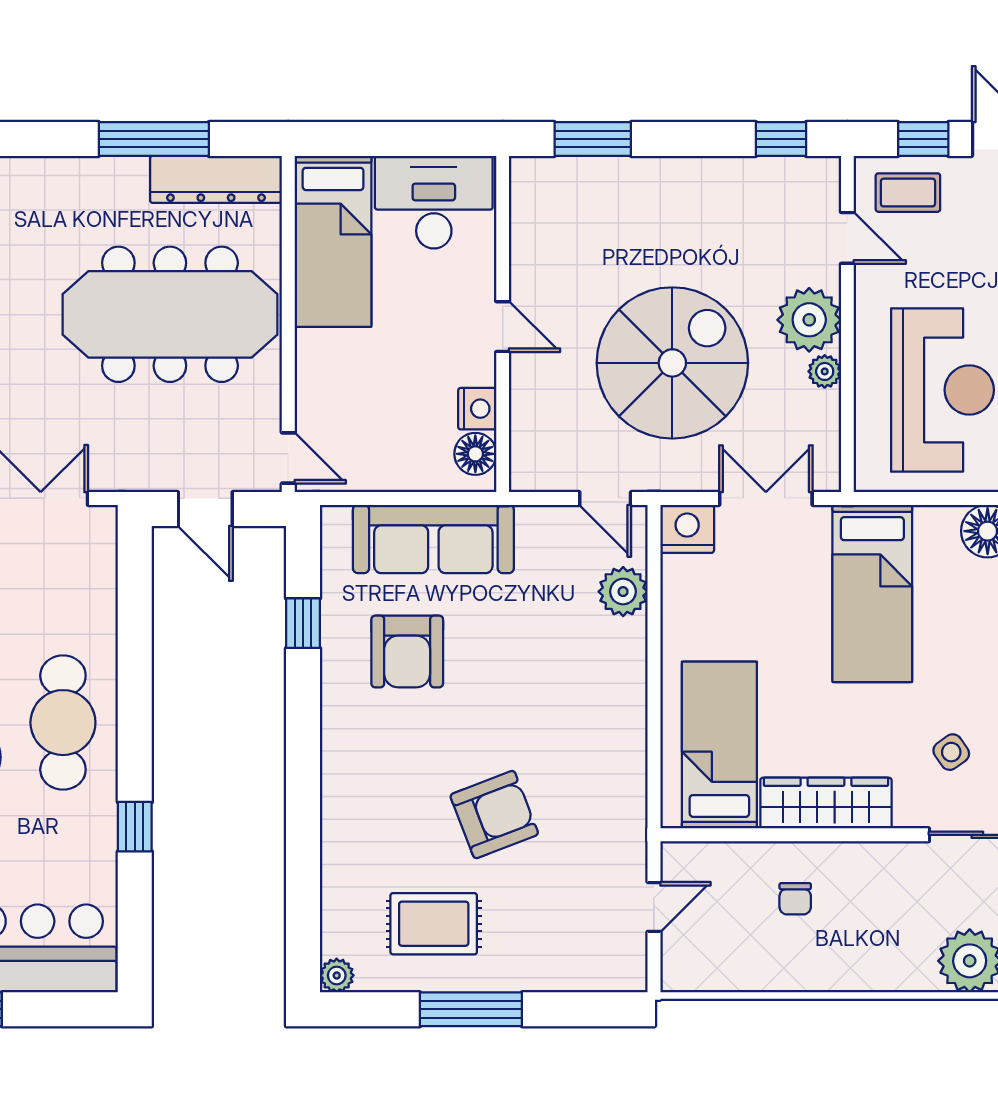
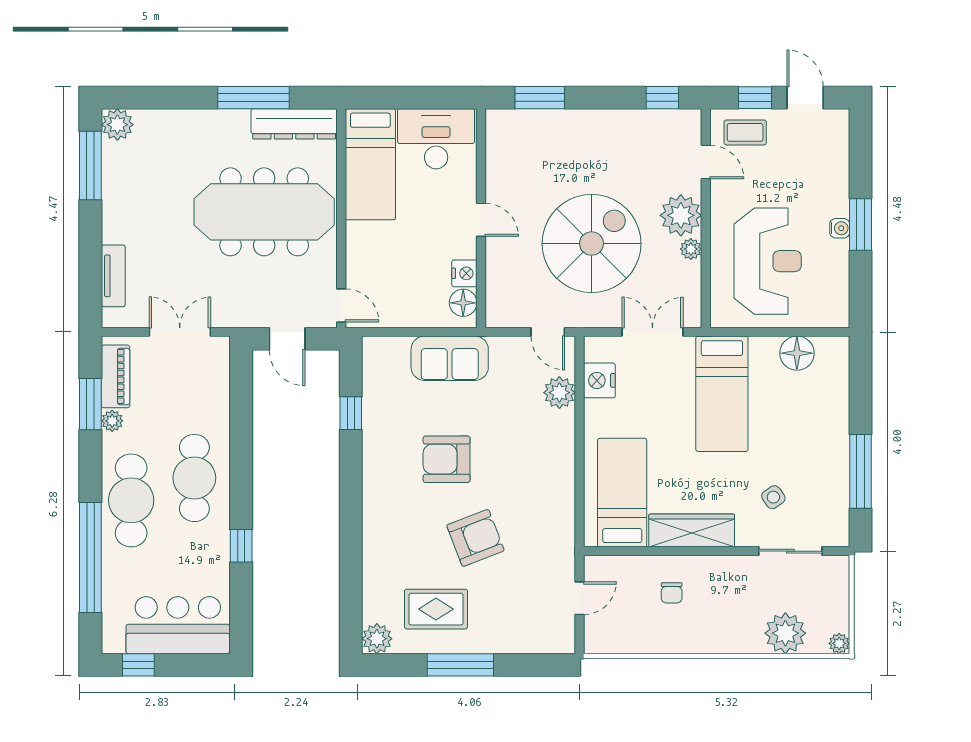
nightstand: (687, 529) -> (599, 380), moved, turned -90
sofa: (433, 539) -> (450, 358), width x0.73
armchair: (407, 651) -> (447, 459), moved, turned 90
plant: (337, 975) -> (377, 639), width x1.38, depth x1.38

